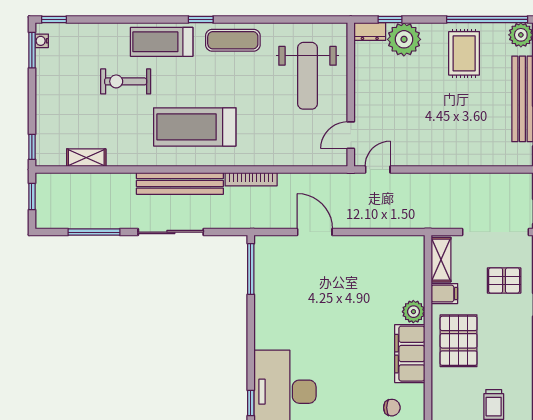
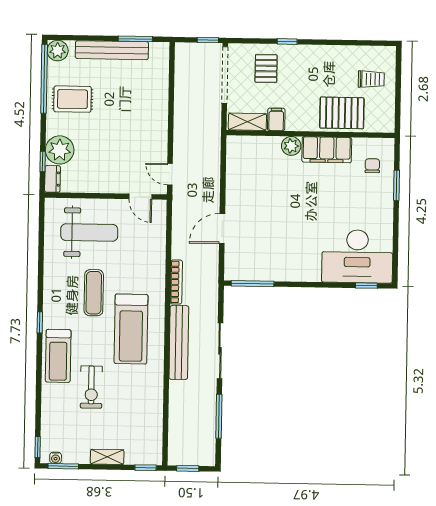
exercise mat: (233, 40) -> (94, 293), moved
shelving: (86, 158) -> (107, 457), moved, turned 90
pallet: (459, 341) -> (342, 113), moved

